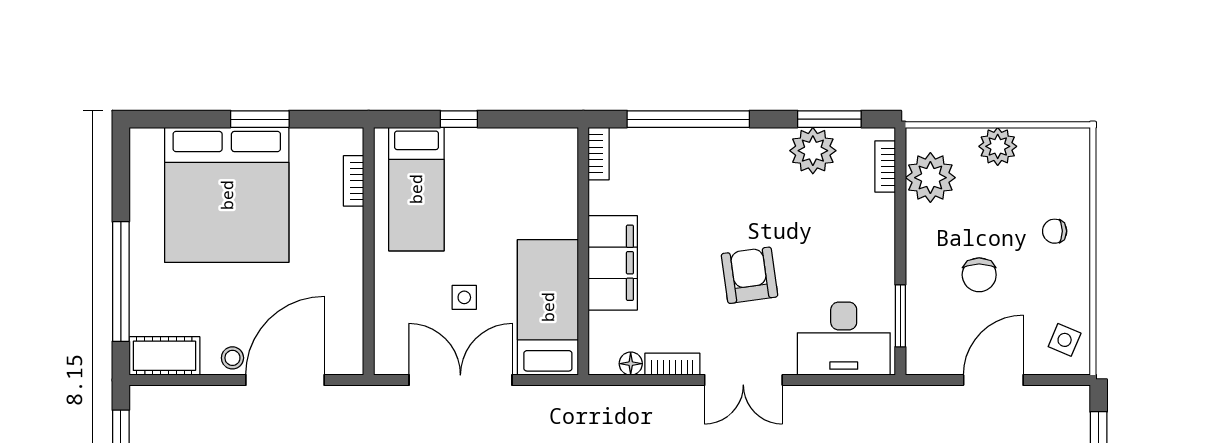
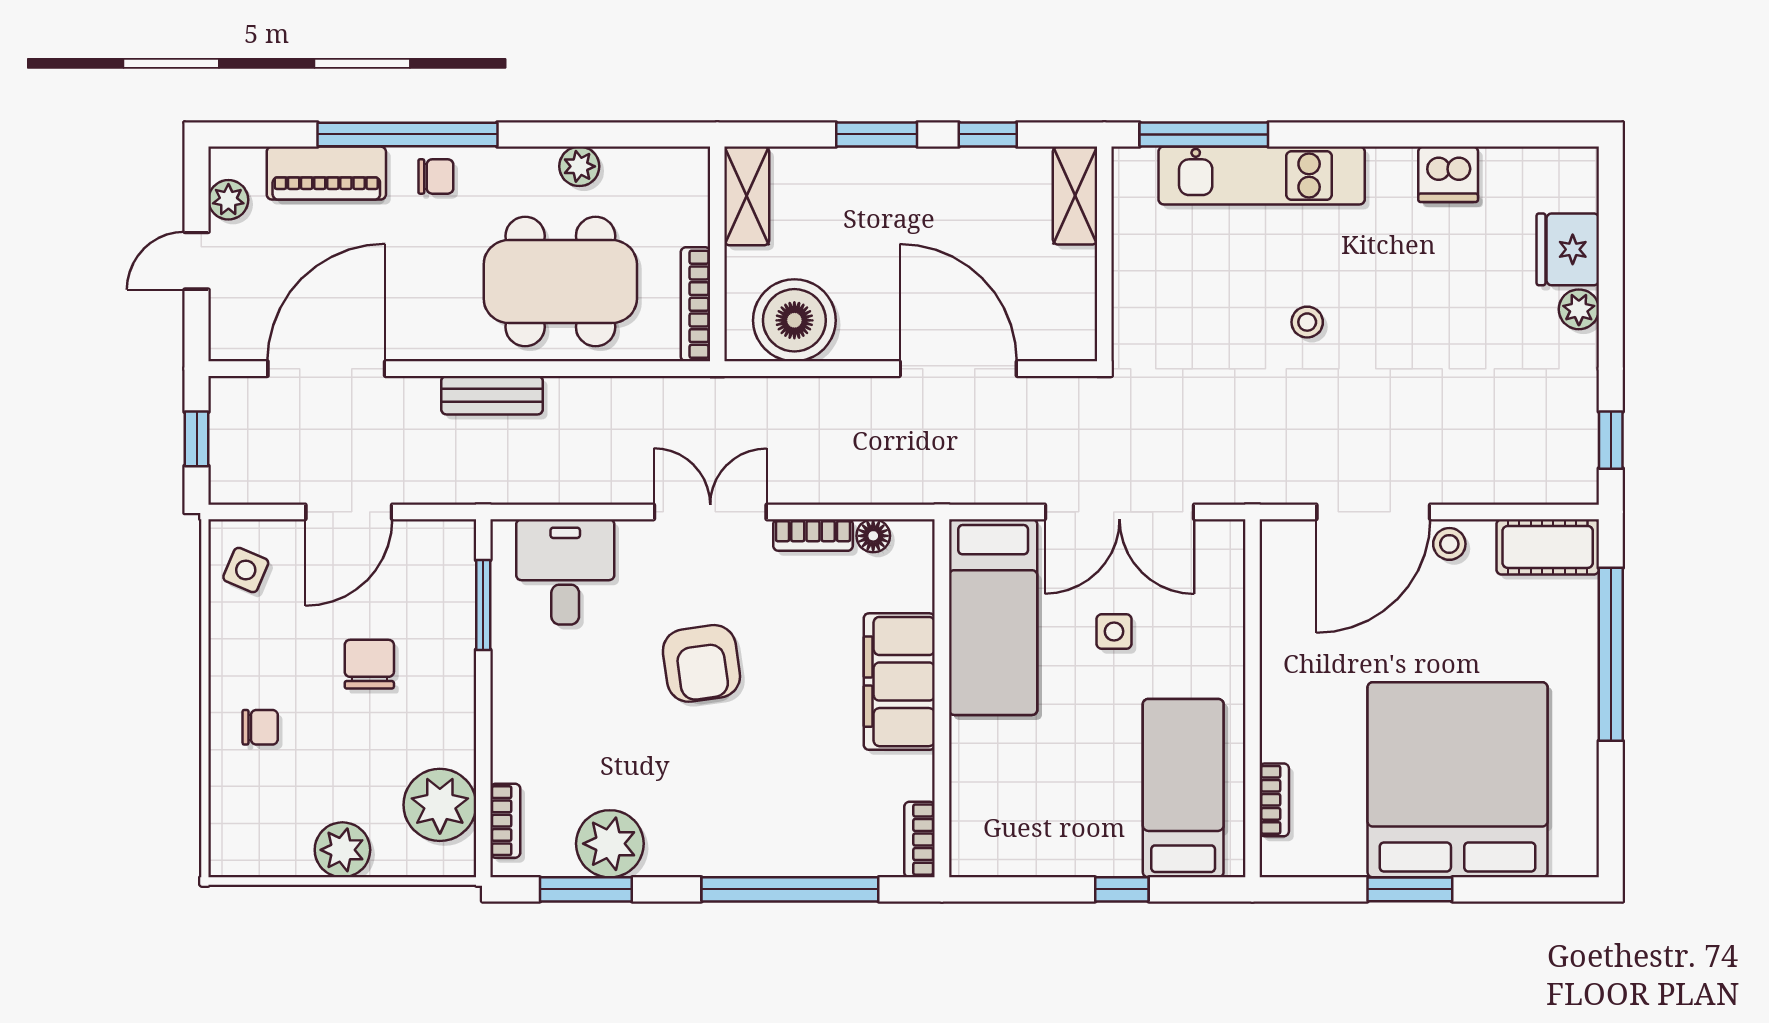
desk: (844, 339) -> (565, 572), width x0.73

